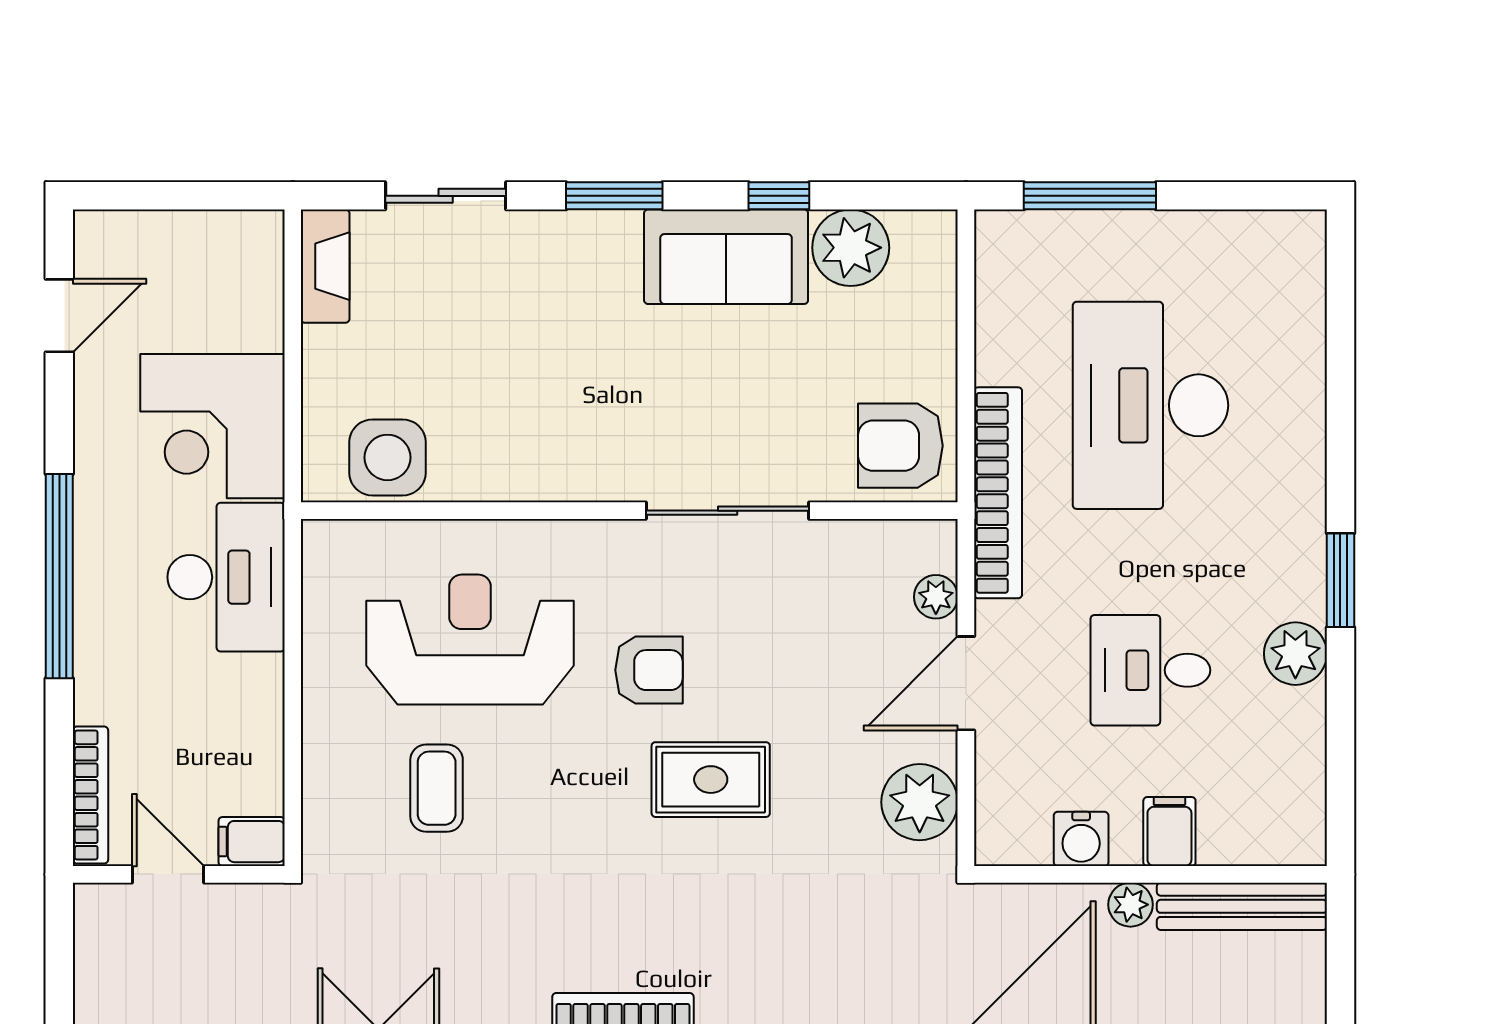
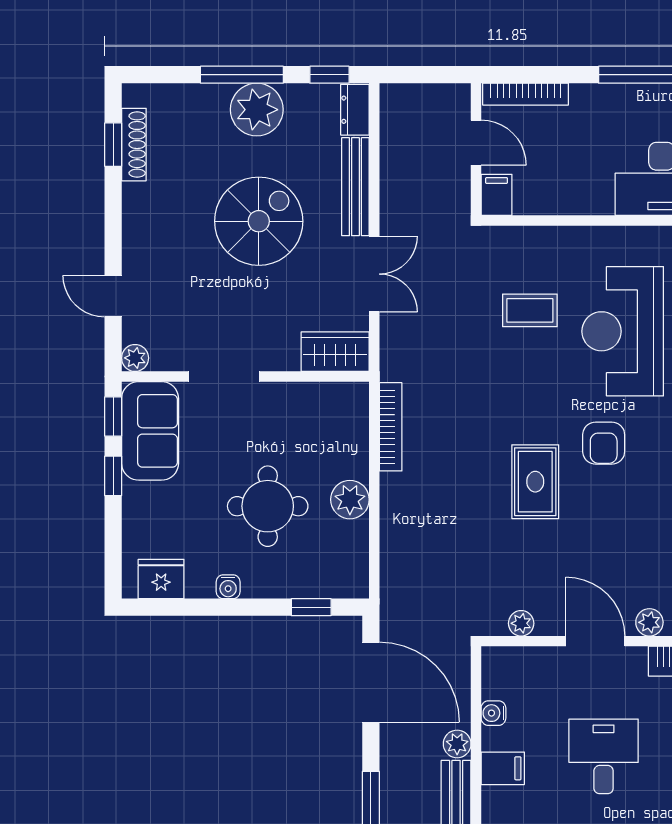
reception desk: (470, 640) -> (623, 331), turned 180
plant: (920, 802) -> (521, 623), width x0.53, depth x0.53
water cooler: (1081, 839) -> (493, 713), width x0.72, depth x0.72
door: (168, 874) -> (476, 143), hinge flipped

